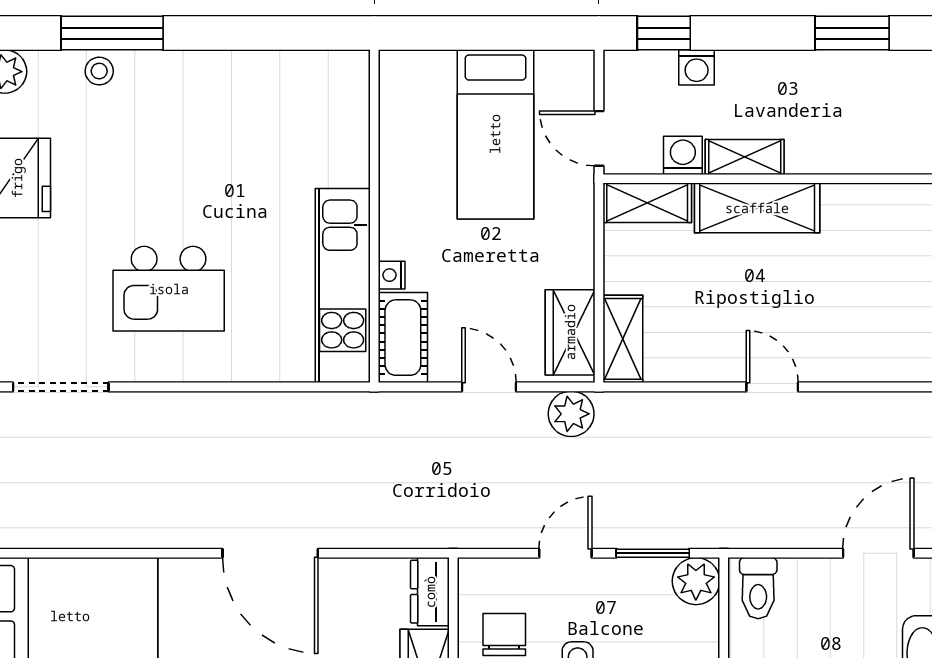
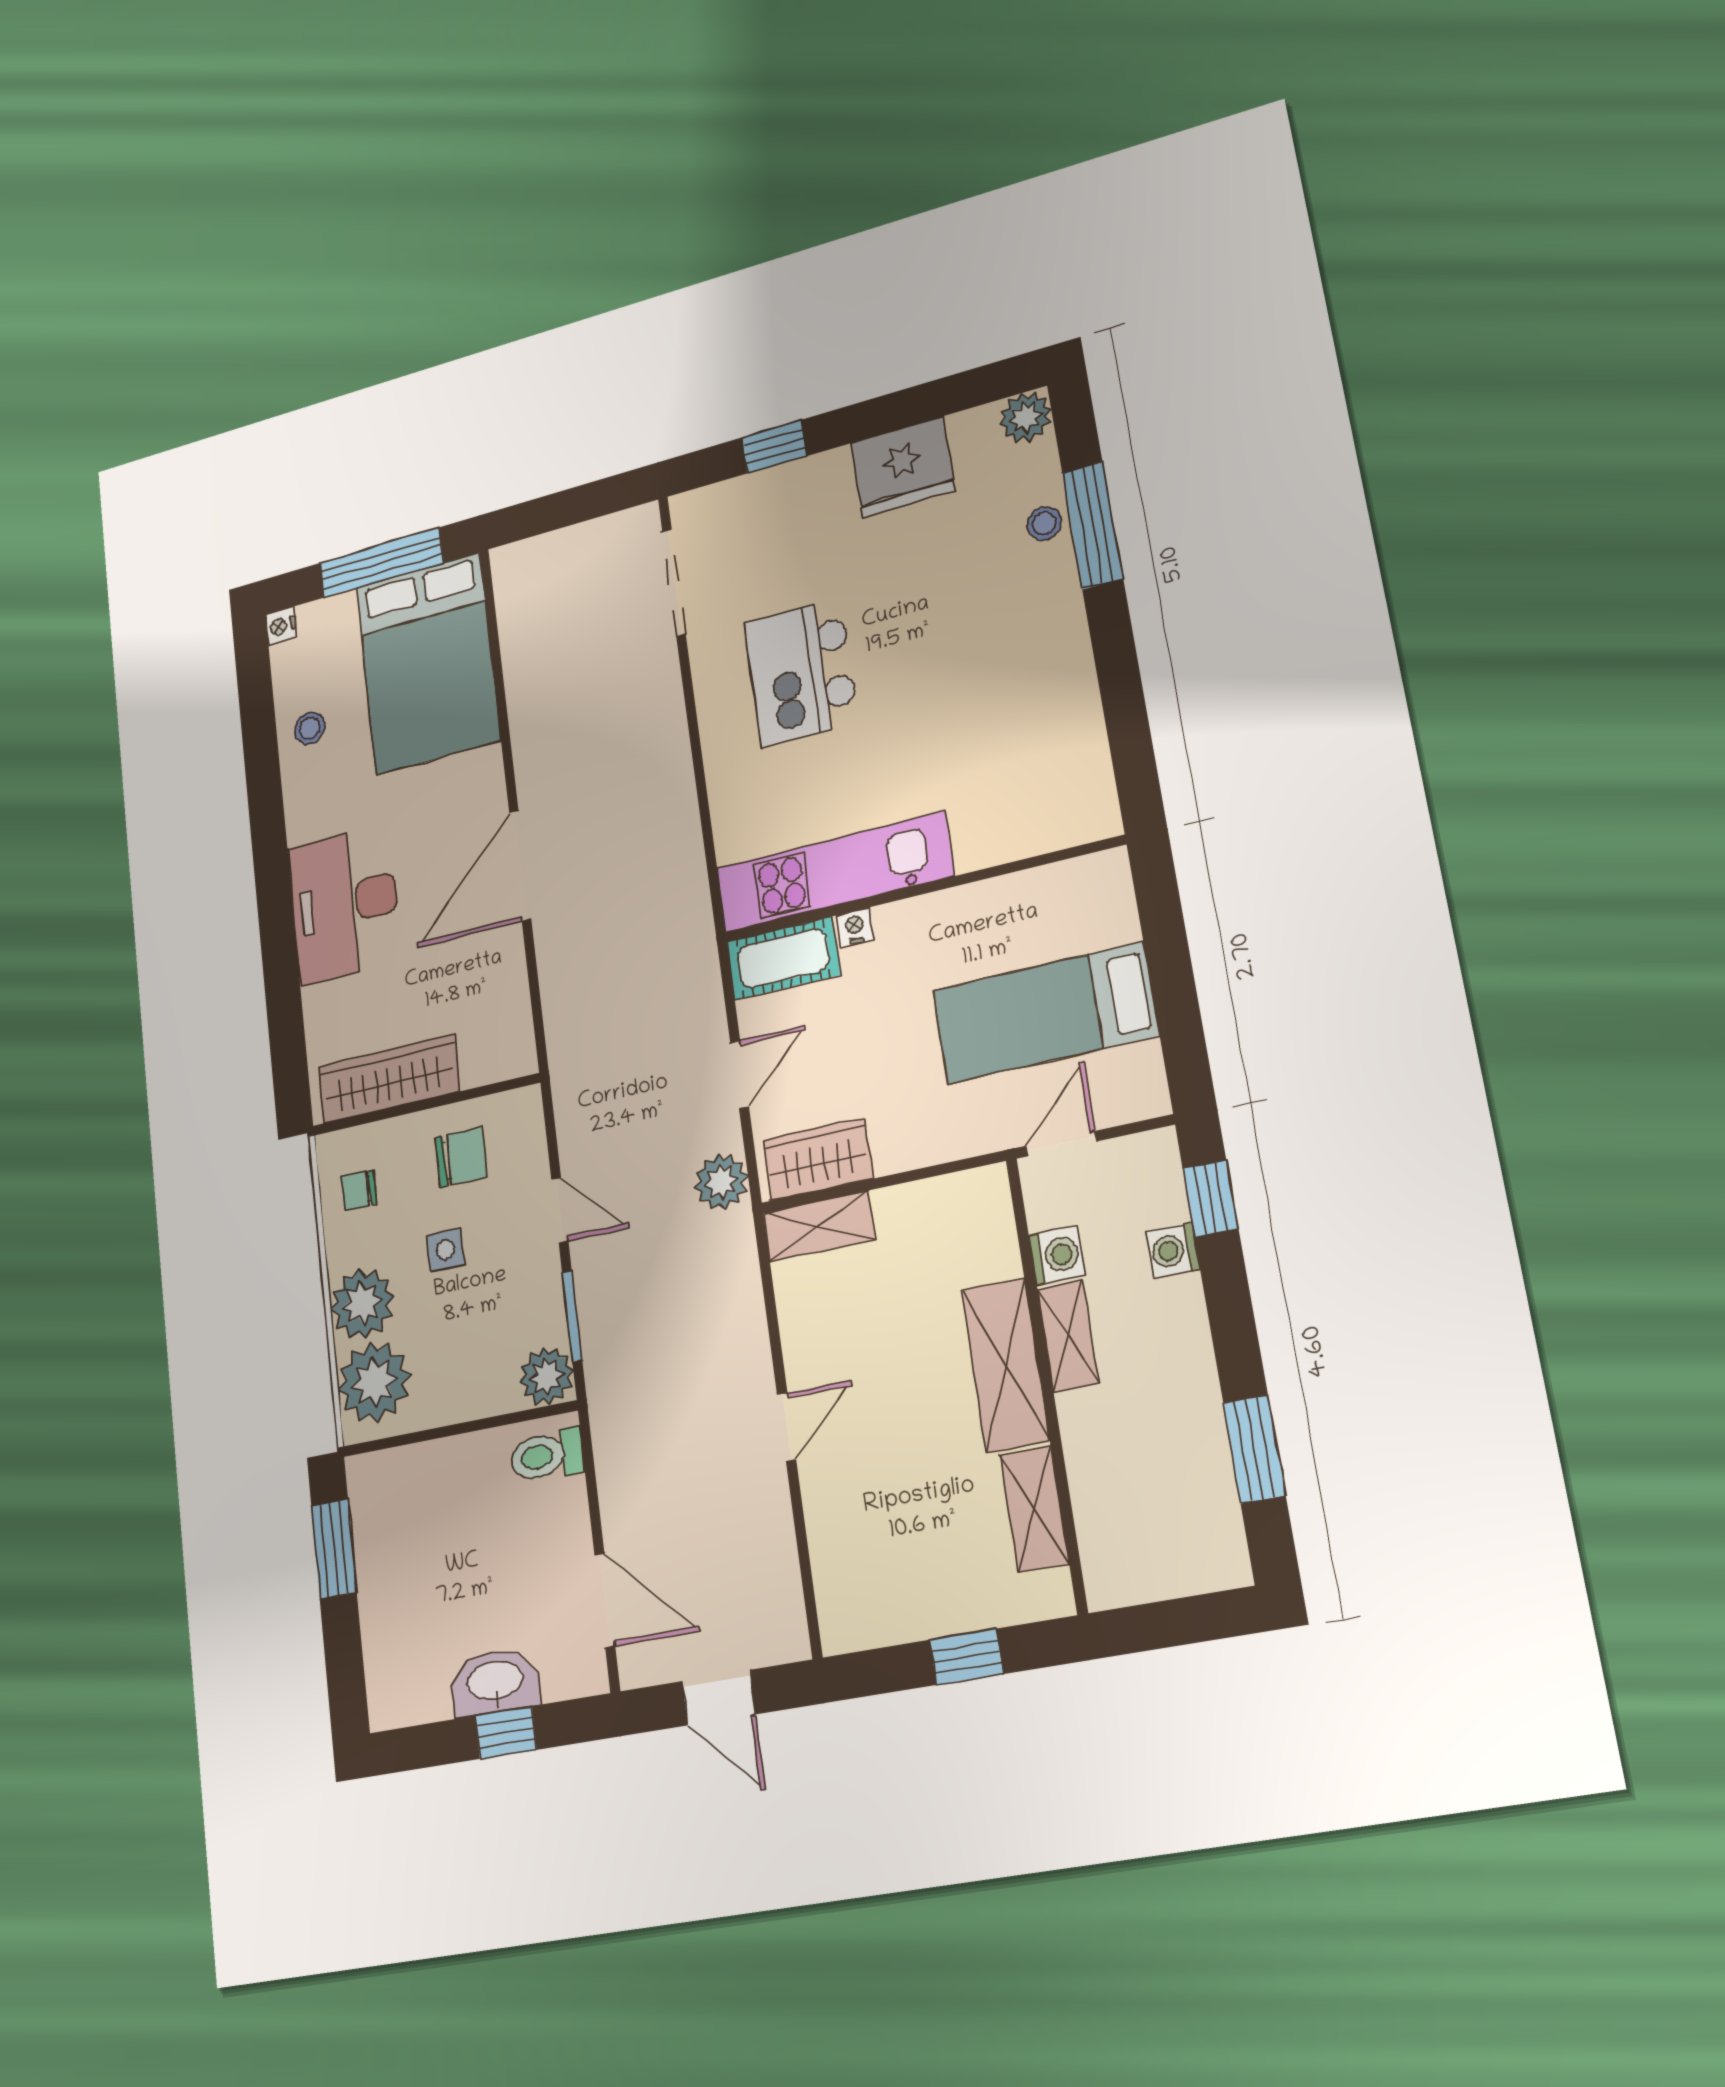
shelving: (647, 203) -> (1034, 1509), moved
dresser: (430, 592) -> (499, 1059), removed

